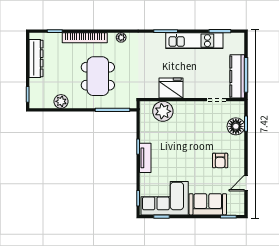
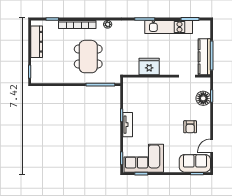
plant: (61, 101) -> (58, 78), removed
plant: (163, 111) -> (142, 86), removed
sofa: (208, 204) -> (195, 163), moved

